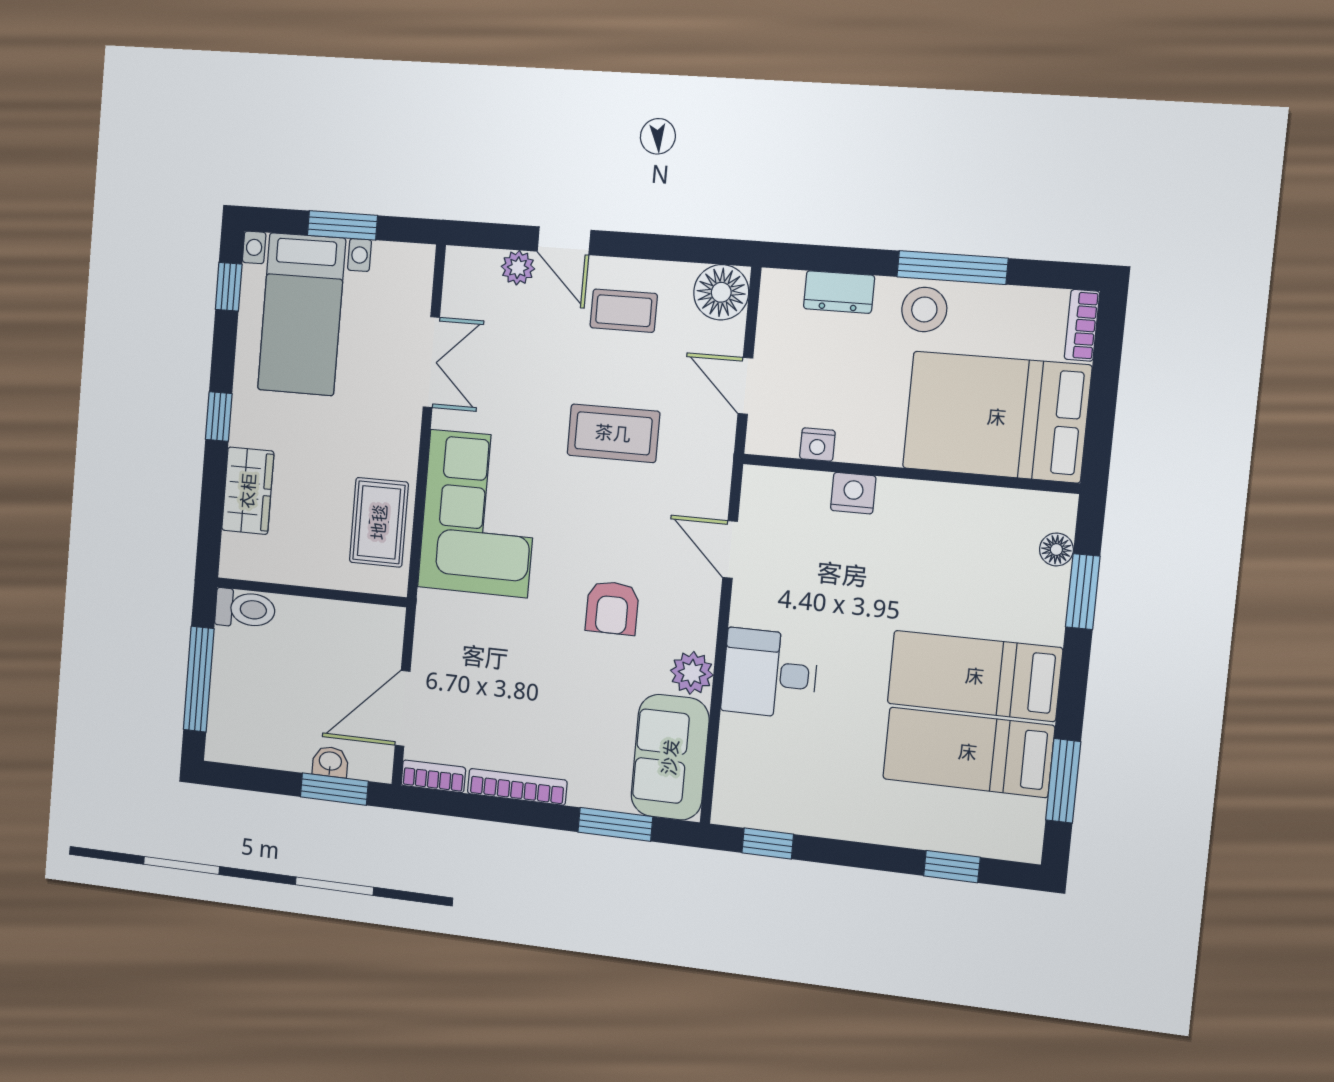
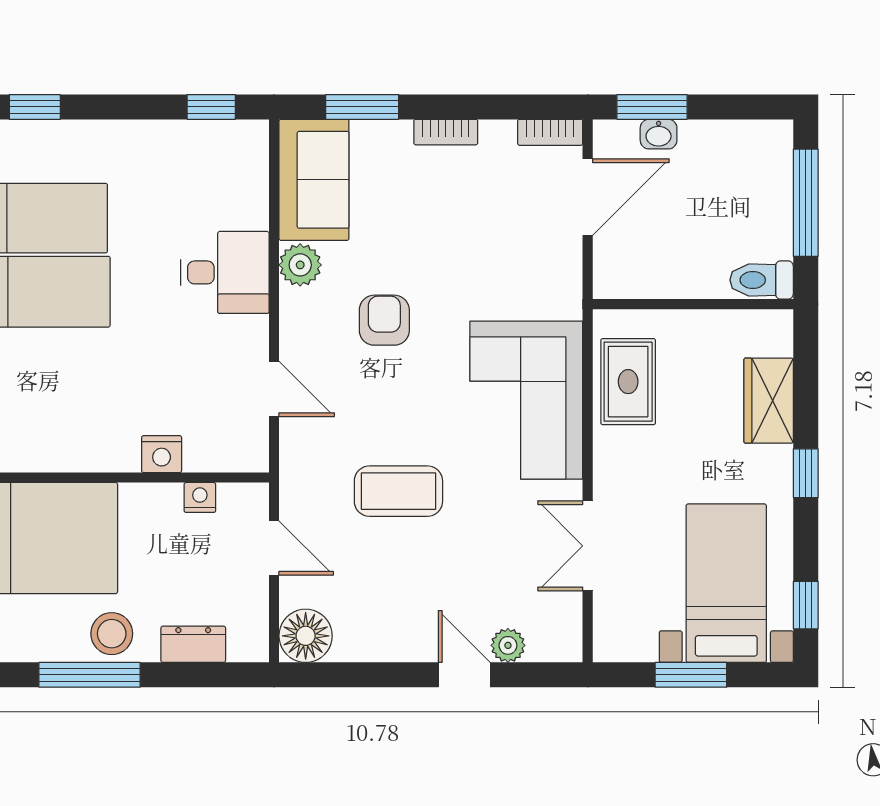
coffee table: (624, 311) -> (399, 611), removed
bookcase: (517, 787) -> (446, 132), width x0.64

